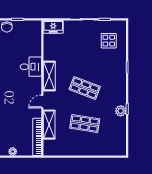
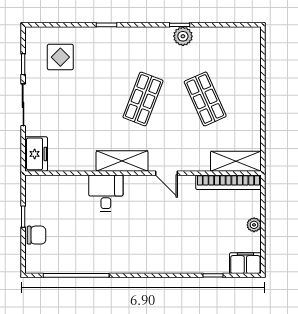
shop shelf: (85, 124) -> (205, 99), turned -33
shelving: (49, 125) -> (236, 161), moved

